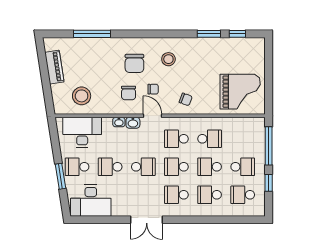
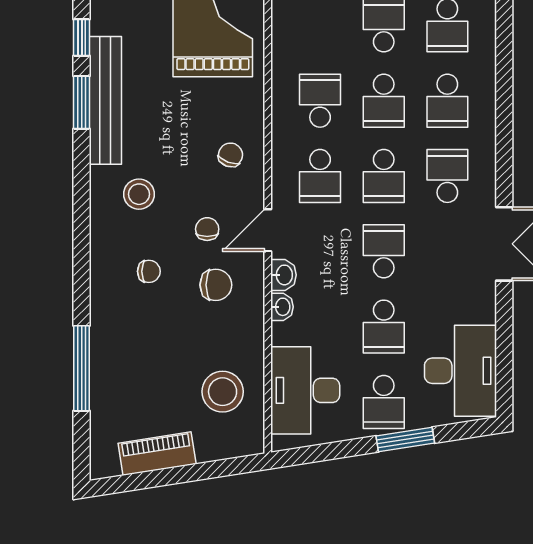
bench: (210, 44) -> (105, 100), added
chair: (134, 63) -> (149, 271), width x0.54, depth x0.54
school desk: (176, 195) -> (447, 176), turned 180

